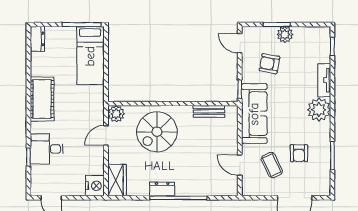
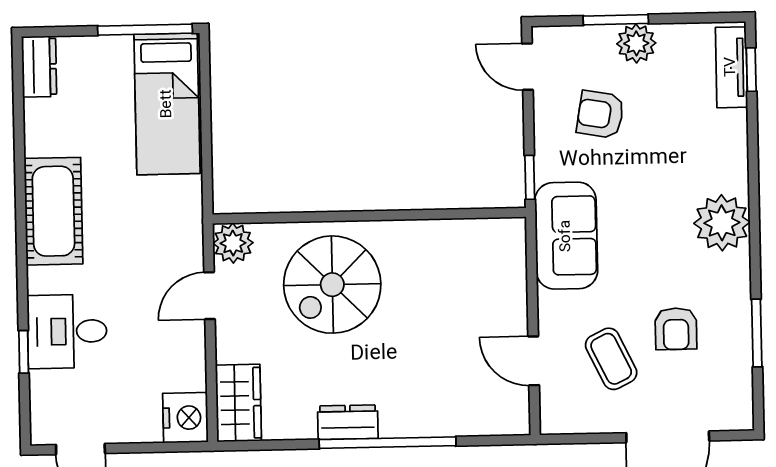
tv unit: (324, 80) -> (731, 67), moved
bench: (209, 111) -> (456, 233), removed
sofa: (254, 114) -> (566, 236), width x0.73

